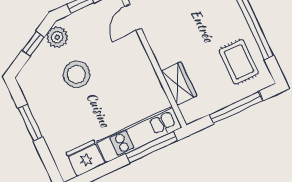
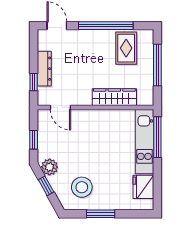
rug: (239, 62) -> (126, 48), turned 90
stool: (77, 74) -> (82, 187), moved
wardrobe: (179, 83) -> (114, 97), width x1.50

